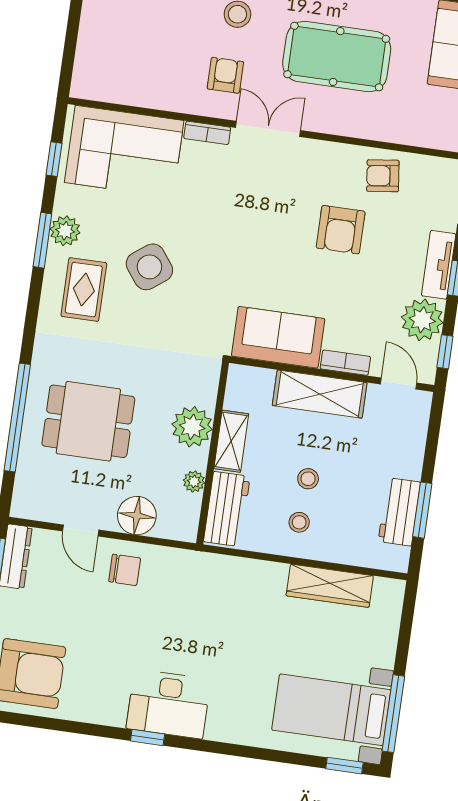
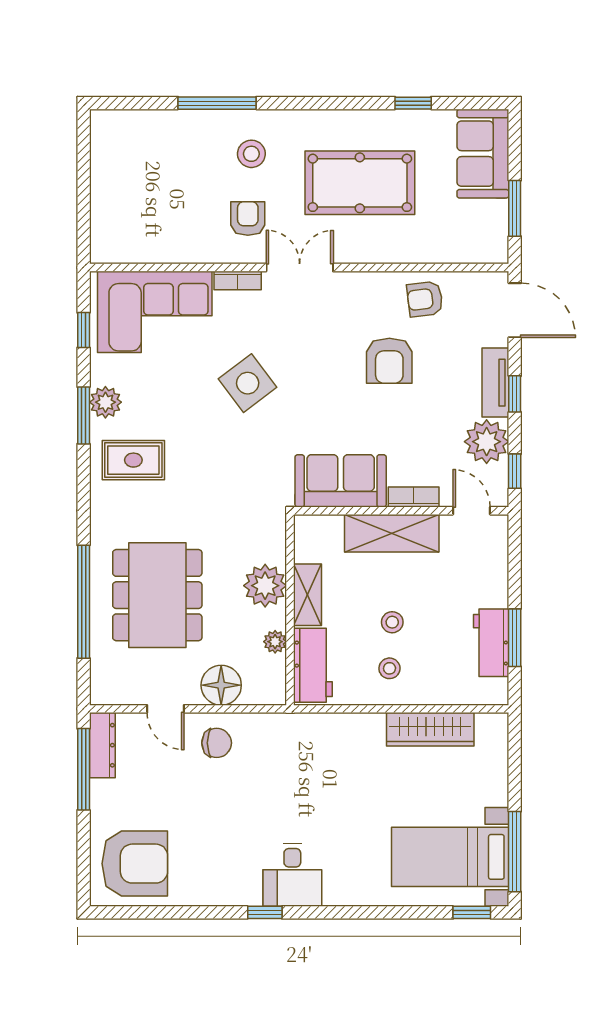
side table: (149, 267) -> (248, 383), moved
rug: (84, 290) -> (133, 460), turned 90
dining table: (88, 421) -> (157, 595), width x1.38
desk: (168, 704) -> (292, 875), width x0.73

